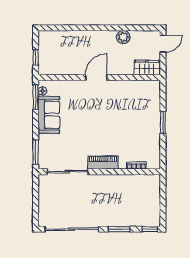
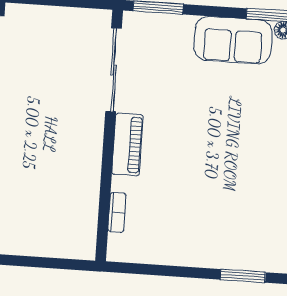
window: (163, 122) -> (243, 276), moved

